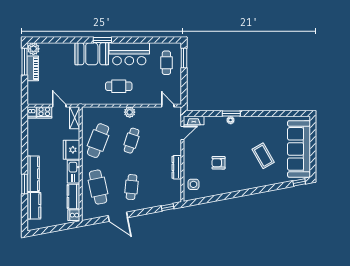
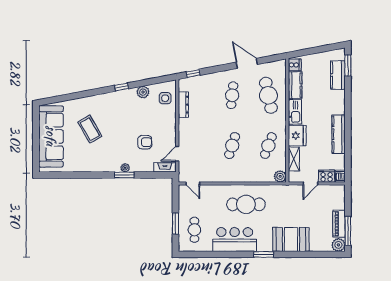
booth: (92, 54) -> (291, 239), moved
window: (184, 58) -> (175, 224), moved
cafe table: (119, 86) -> (246, 204), width x1.37, depth x1.35
door: (59, 106) -> (310, 183), hinge flipped
plant: (130, 112) -> (280, 176), moved
shelving: (75, 118) -> (294, 159), moved
cafe table: (98, 141) -> (268, 146), width x0.73, depth x0.74
armchair: (219, 163) -> (145, 142), moved
dresser: (177, 167) -> (183, 105), moved
kitchen counter: (33, 174) -> (339, 134), moved
window: (299, 182) -> (122, 87), moved
window: (25, 184) -> (348, 65), moved
plant: (214, 190) -> (143, 92), added

